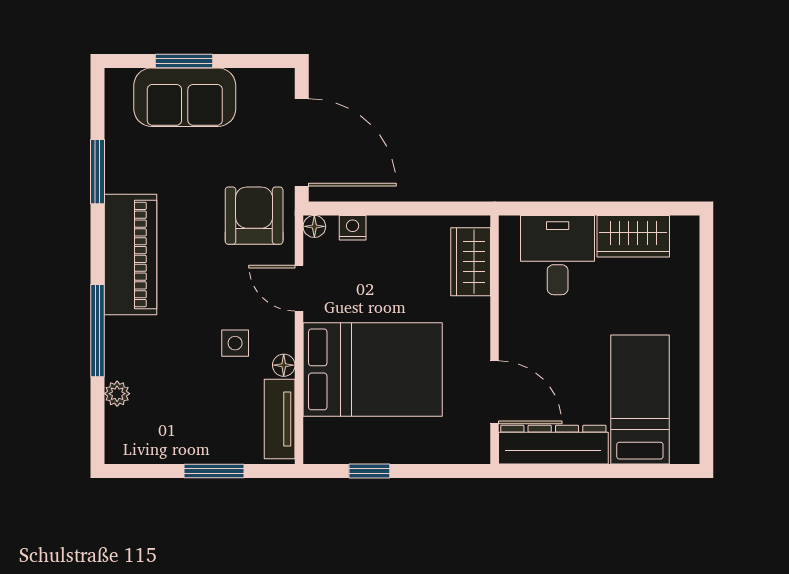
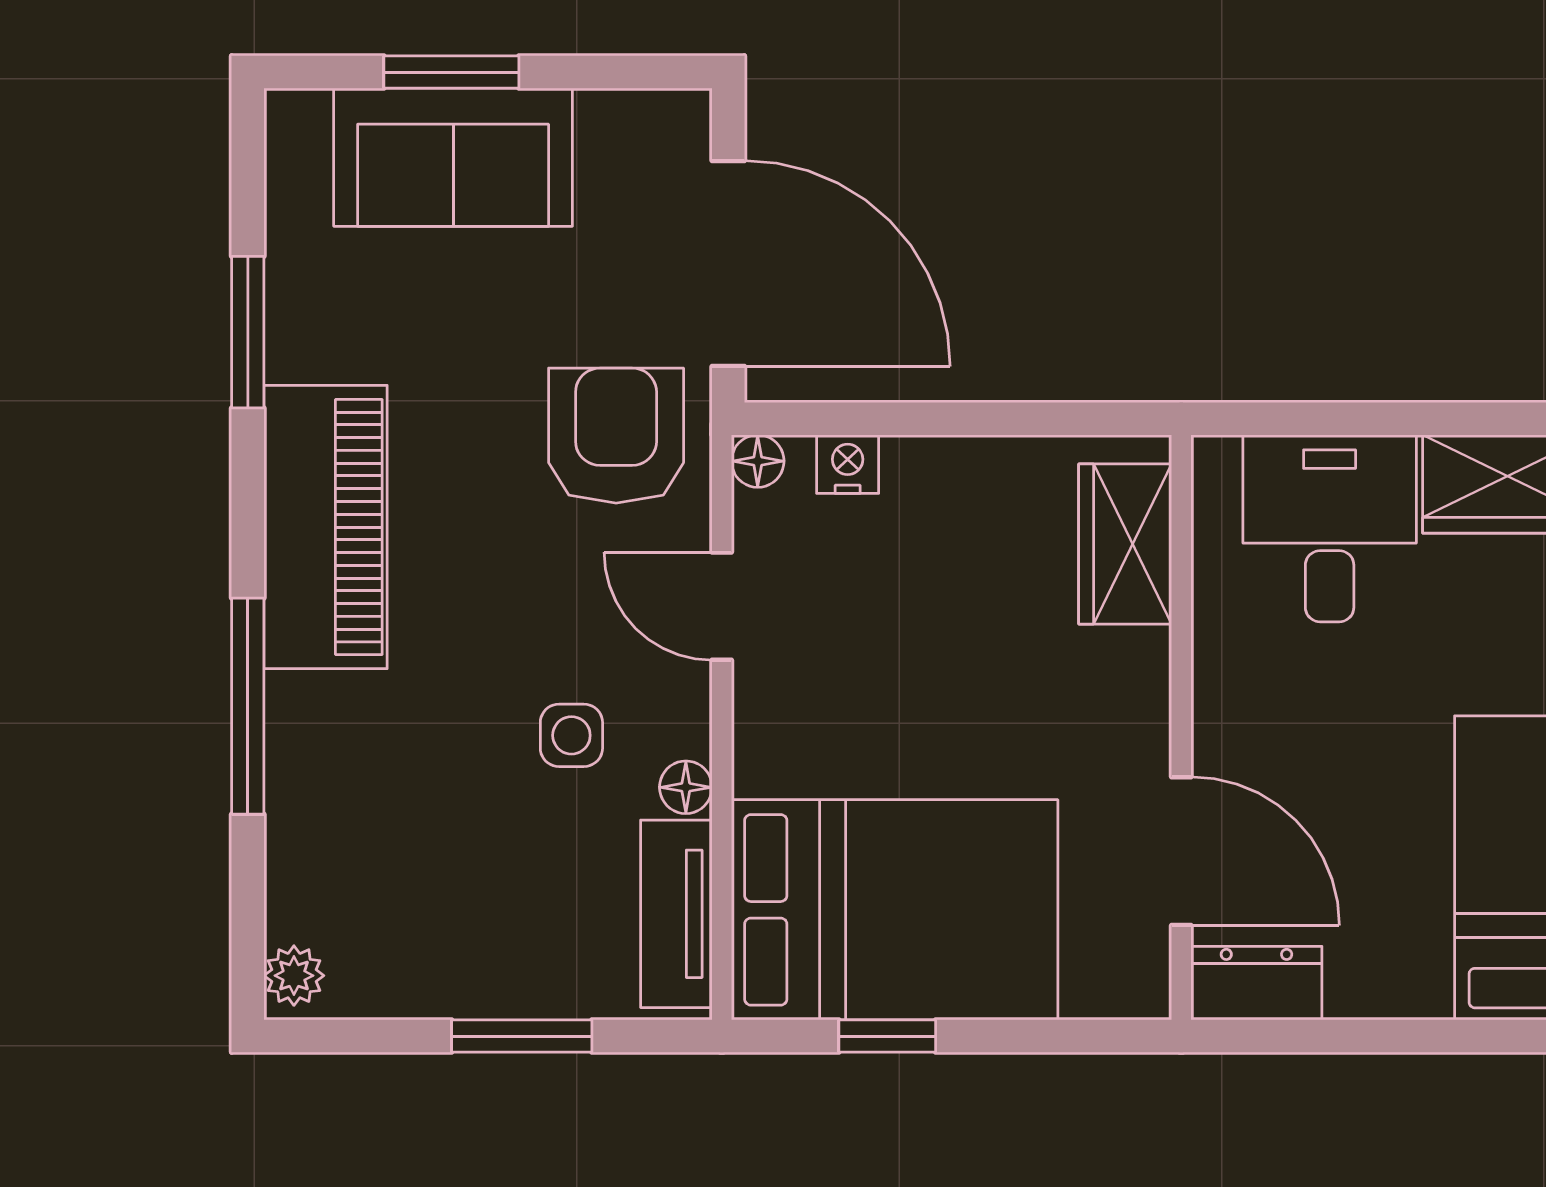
bed: (373, 369) -> (895, 910), moved
plant: (117, 394) -> (294, 976), moved
dresser: (553, 445) -> (1256, 983), width x0.51, depth x0.80

